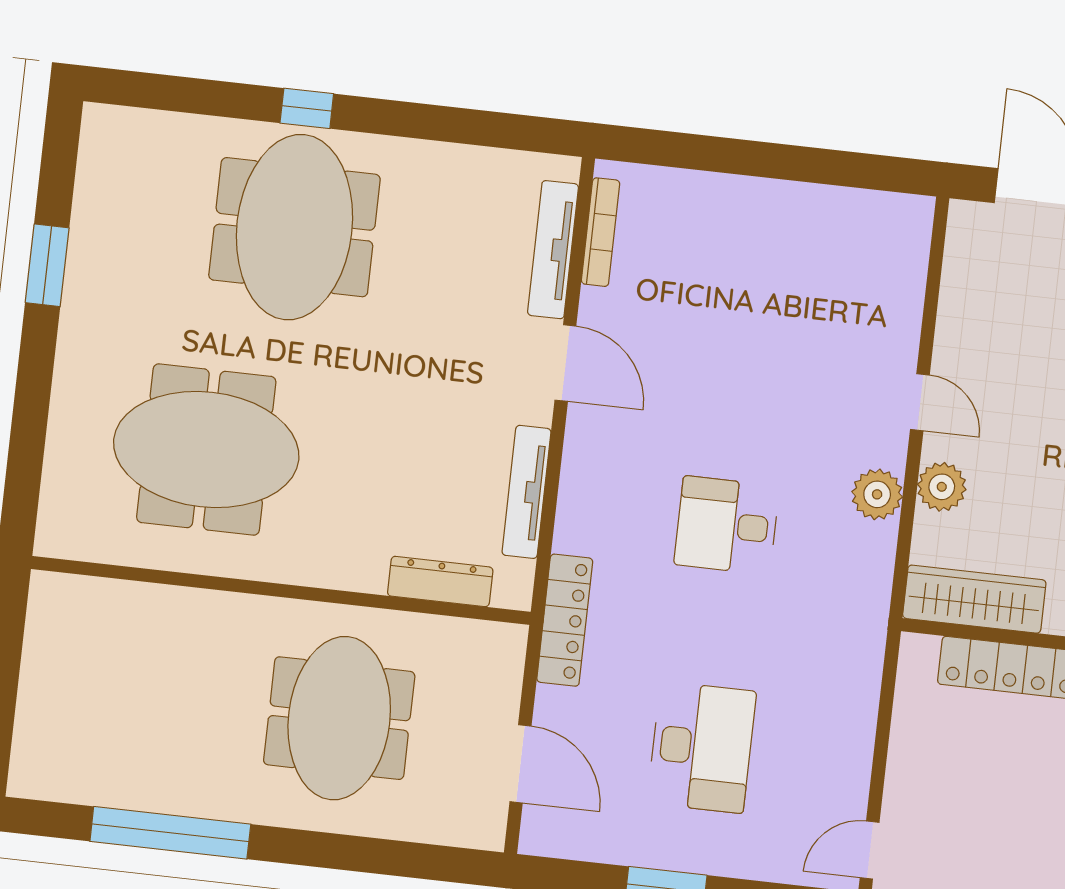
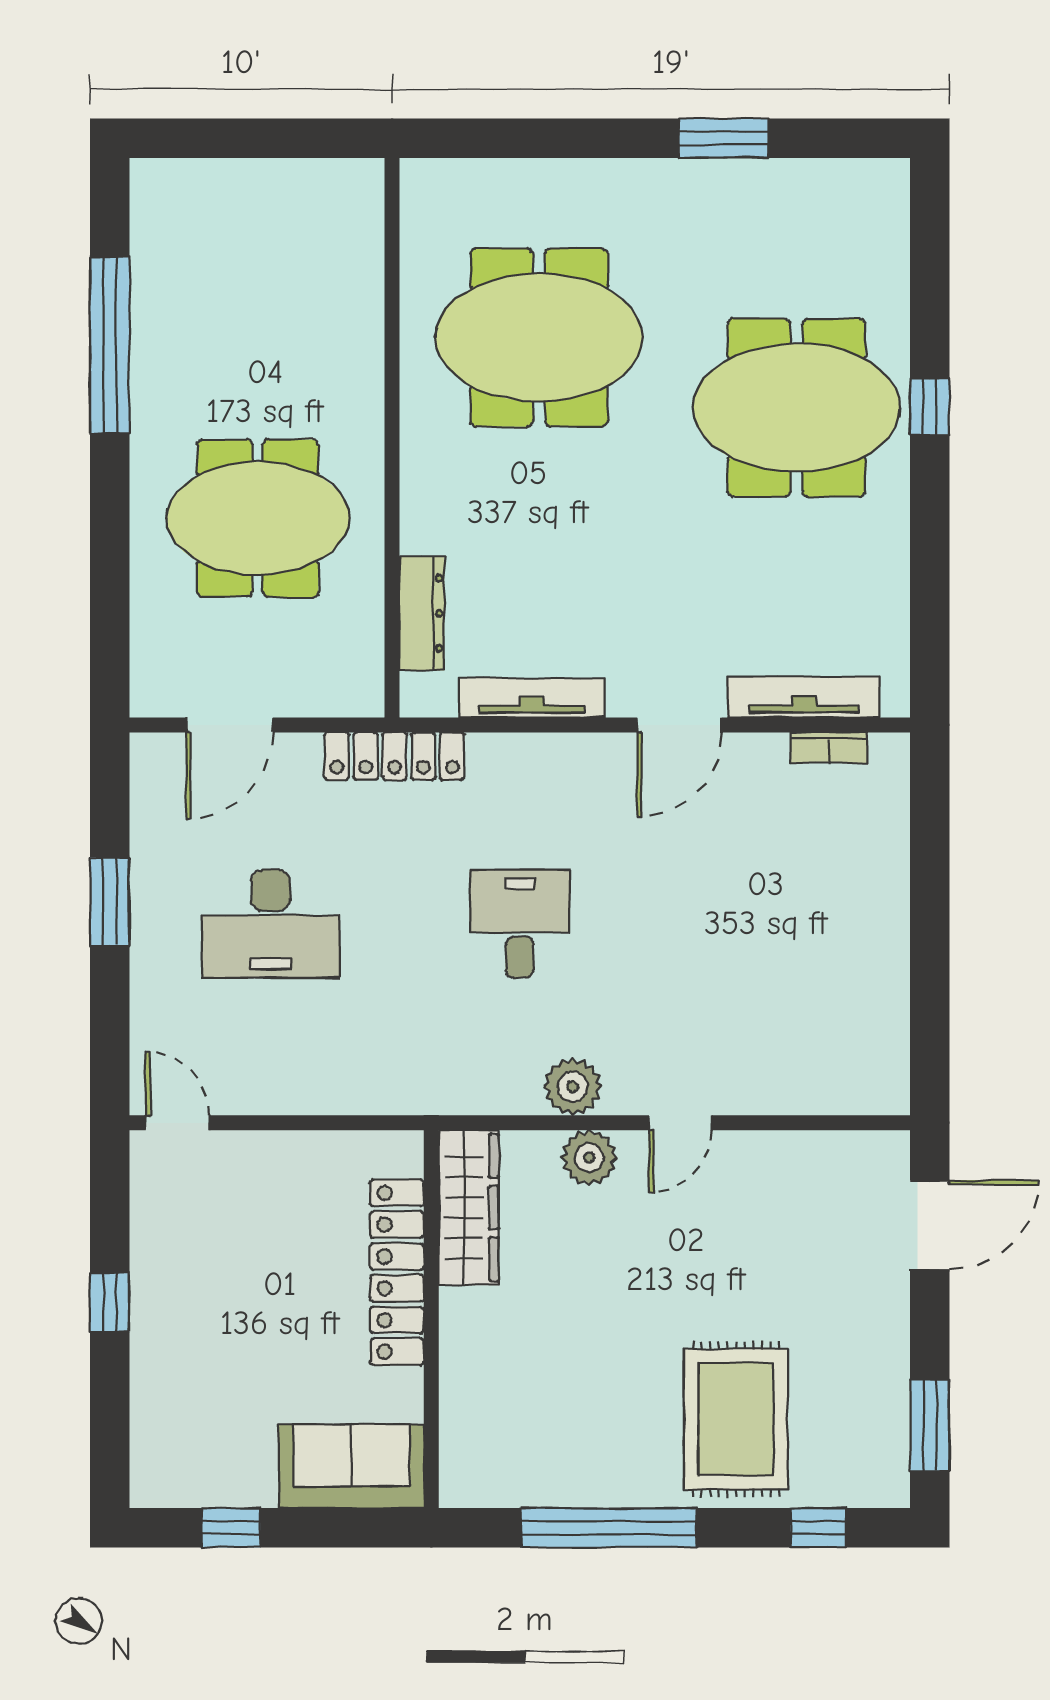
bookcase: (601, 232) -> (829, 748), width x0.64
meeting table: (206, 449) -> (539, 337), turned 90

